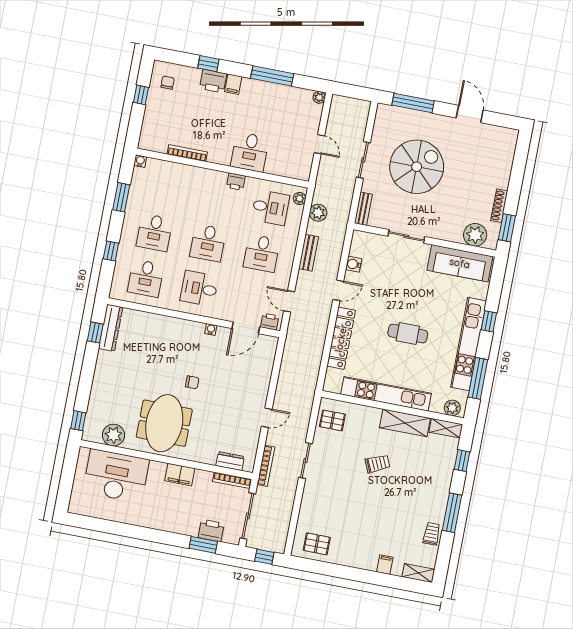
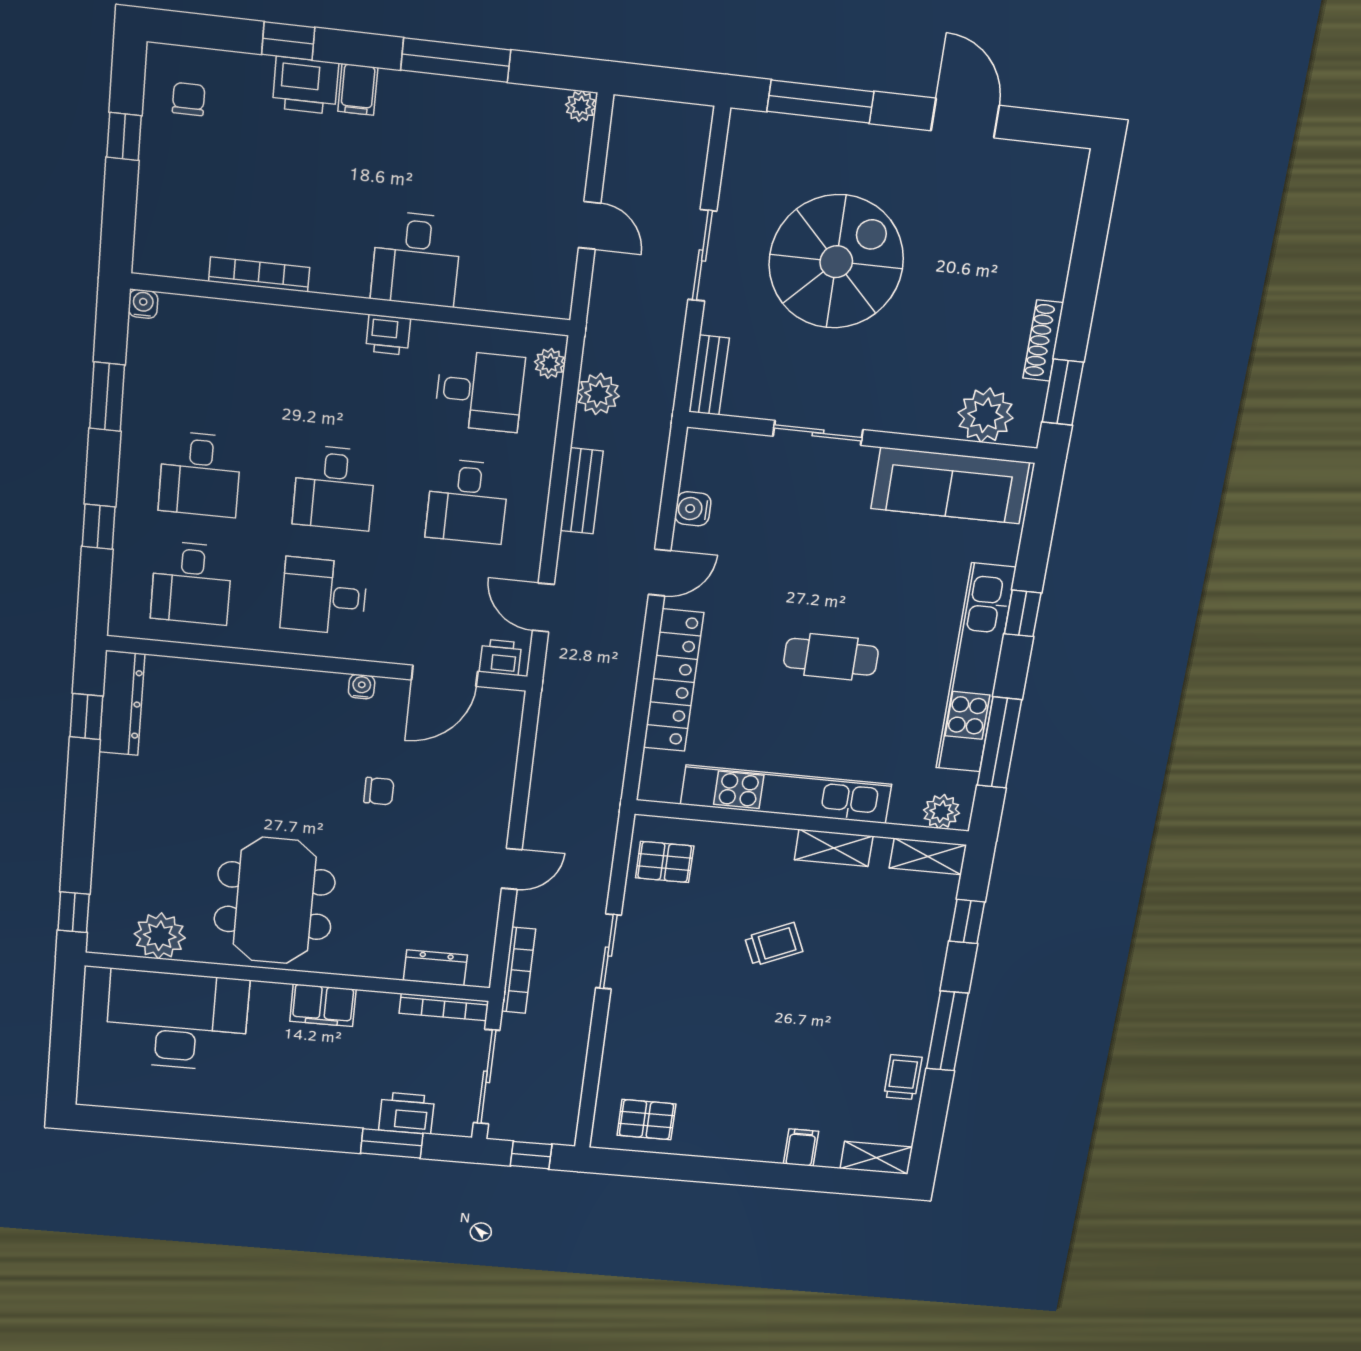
chair: (192, 382) -> (379, 791), moved
shelving: (405, 423) -> (834, 848), width x0.67, depth x0.75

